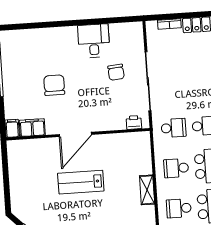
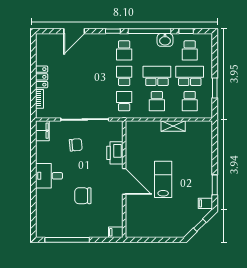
desk: (94, 41) -> (49, 176), moved
printer: (134, 122) -> (115, 153), moved, width x1.87, depth x1.48
filing cabinet: (32, 128) -> (42, 131), moved, turned 180
lab bench: (81, 182) -> (163, 179), turned 180

